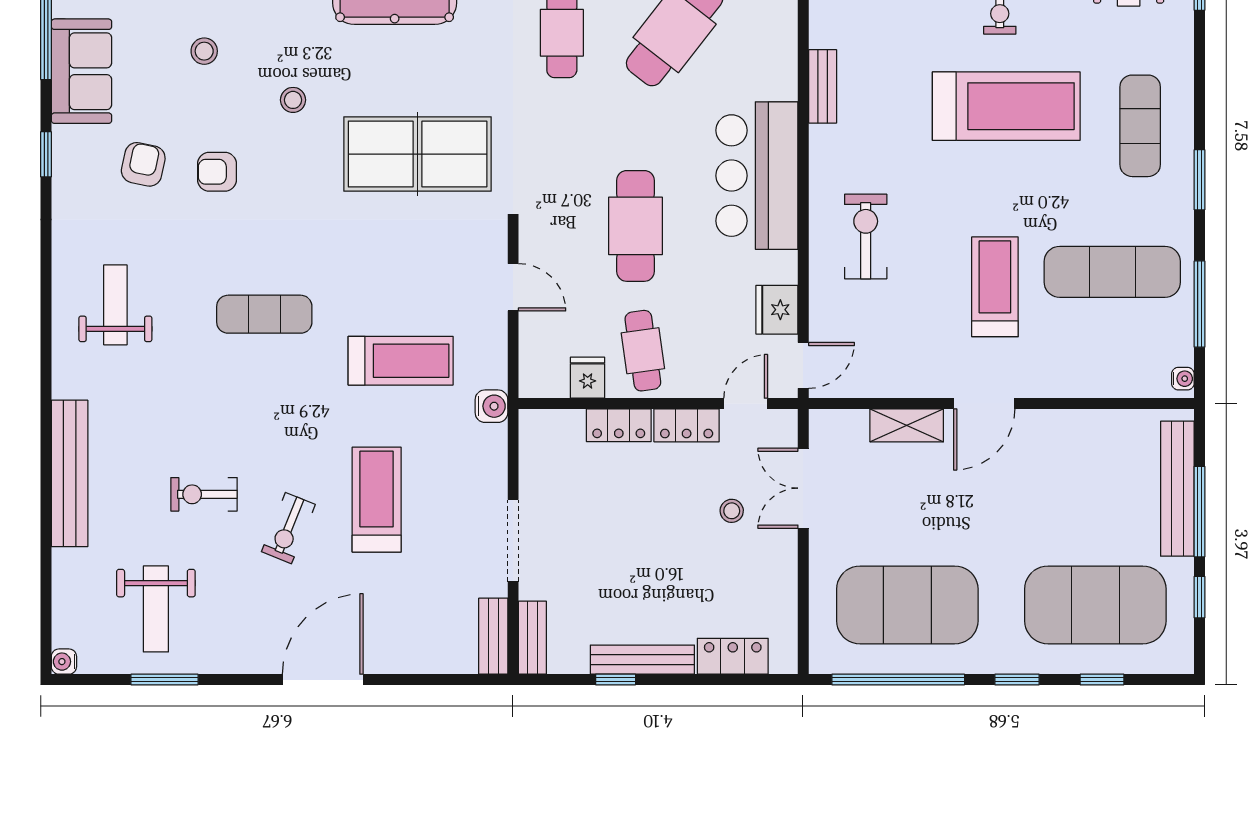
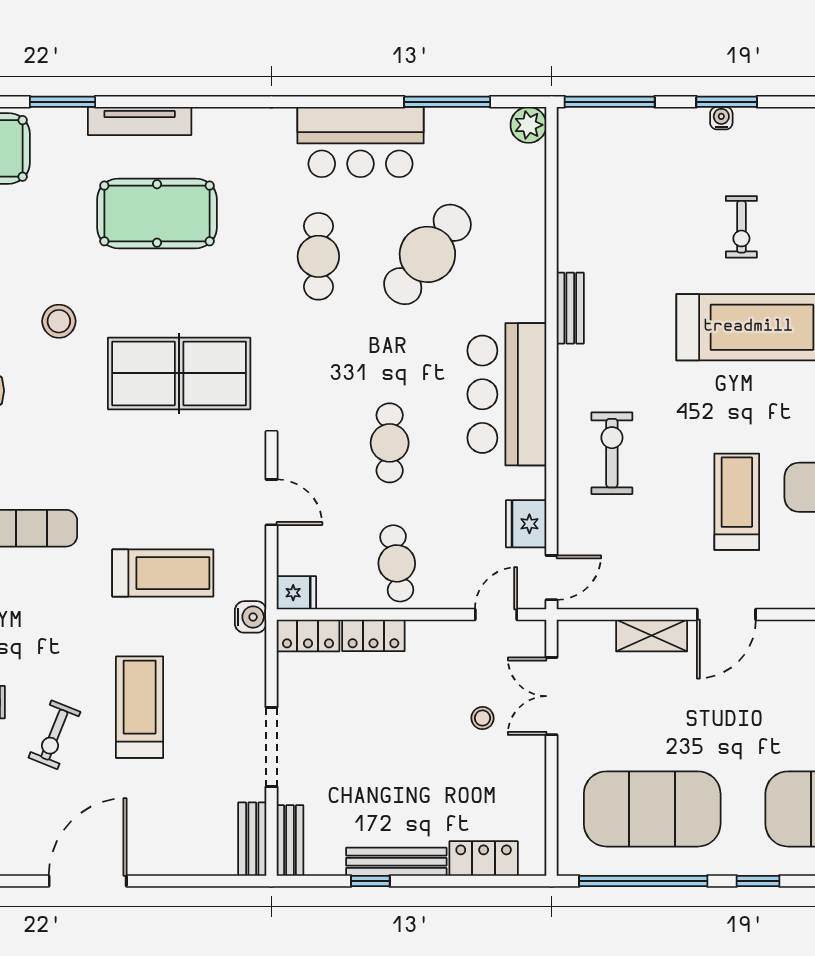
stool: (293, 100) -> (59, 321), width x1.37, depth x1.37
cafe table: (635, 226) -> (390, 443), width x0.73, depth x0.74
fridge: (588, 378) -> (296, 593), moved, turned 90
locker: (687, 425) -> (308, 635), moved

